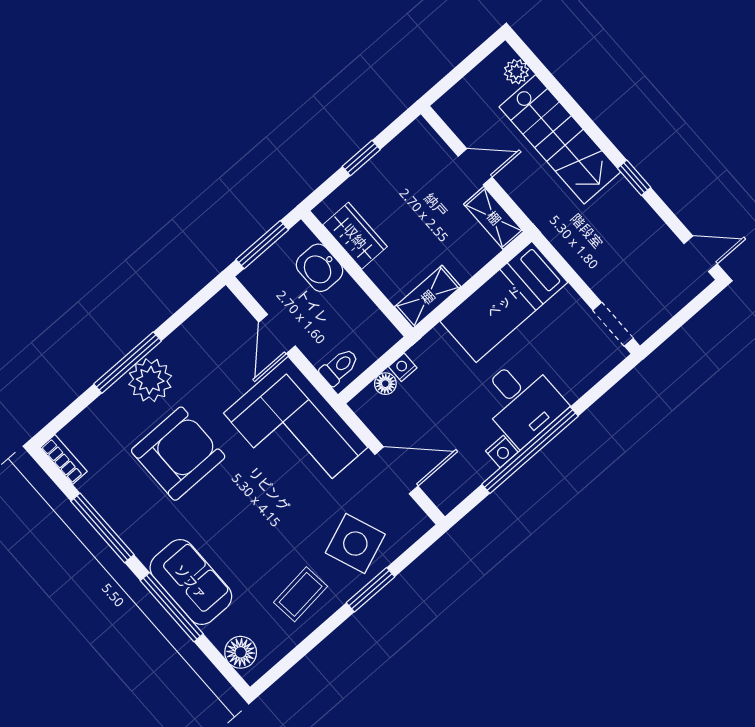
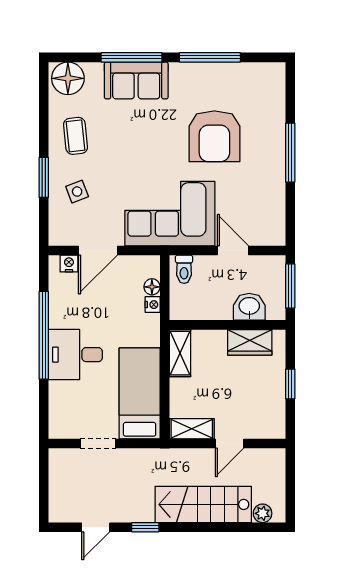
door: (701, 254) -> (96, 527), moved
doorway: (613, 324) -> (98, 444), moved
plant: (150, 380) -> (269, 157), removed
nightstand: (502, 452) -> (69, 264), moved, turned 90
bookcase: (64, 459) -> (267, 69), removed
side table: (355, 544) -> (77, 192), width x0.54, depth x0.54
floor lamp: (241, 652) -> (68, 78), width x1.38, depth x1.38

